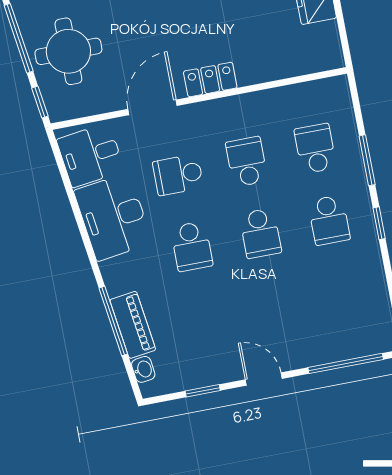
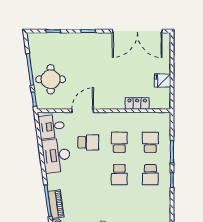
locker: (210, 80) -> (137, 103), moved
school desk: (178, 175) -> (88, 142), turned 180
school desk: (192, 246) -> (88, 175), removed

